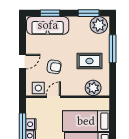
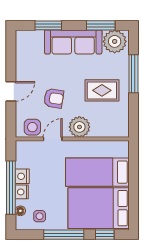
sofa: (48, 25) -> (73, 42), moved
plant: (93, 88) -> (79, 127), moved

